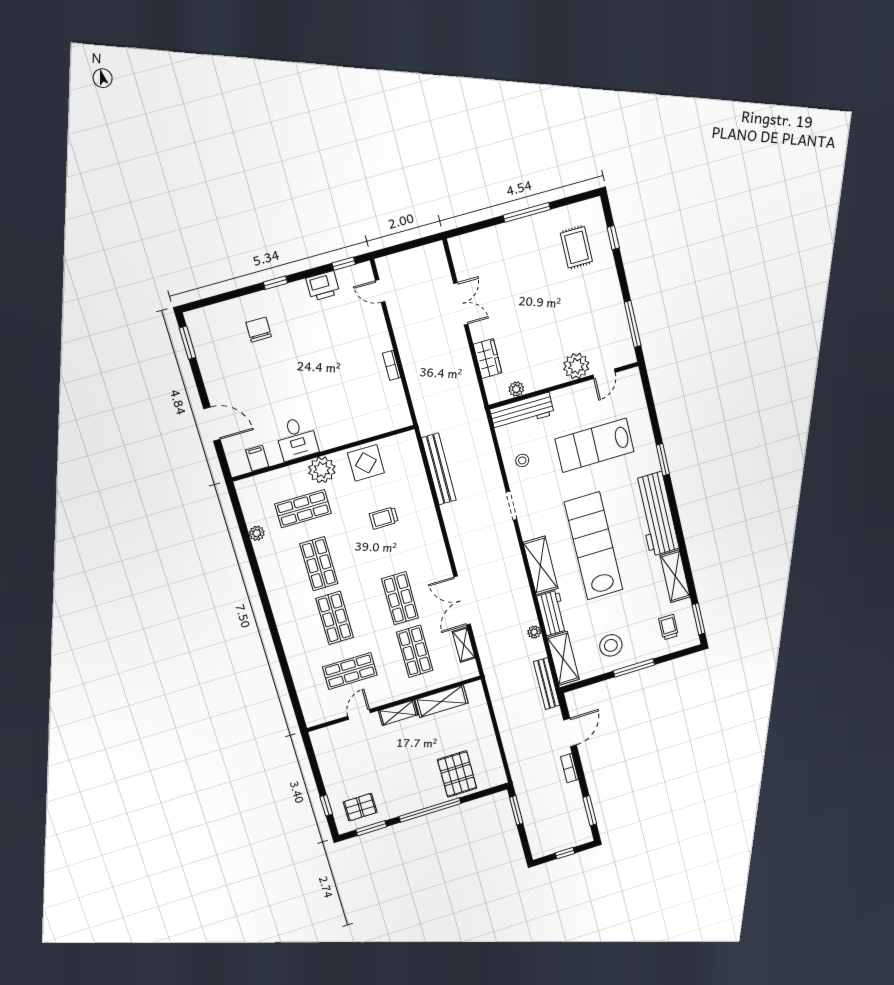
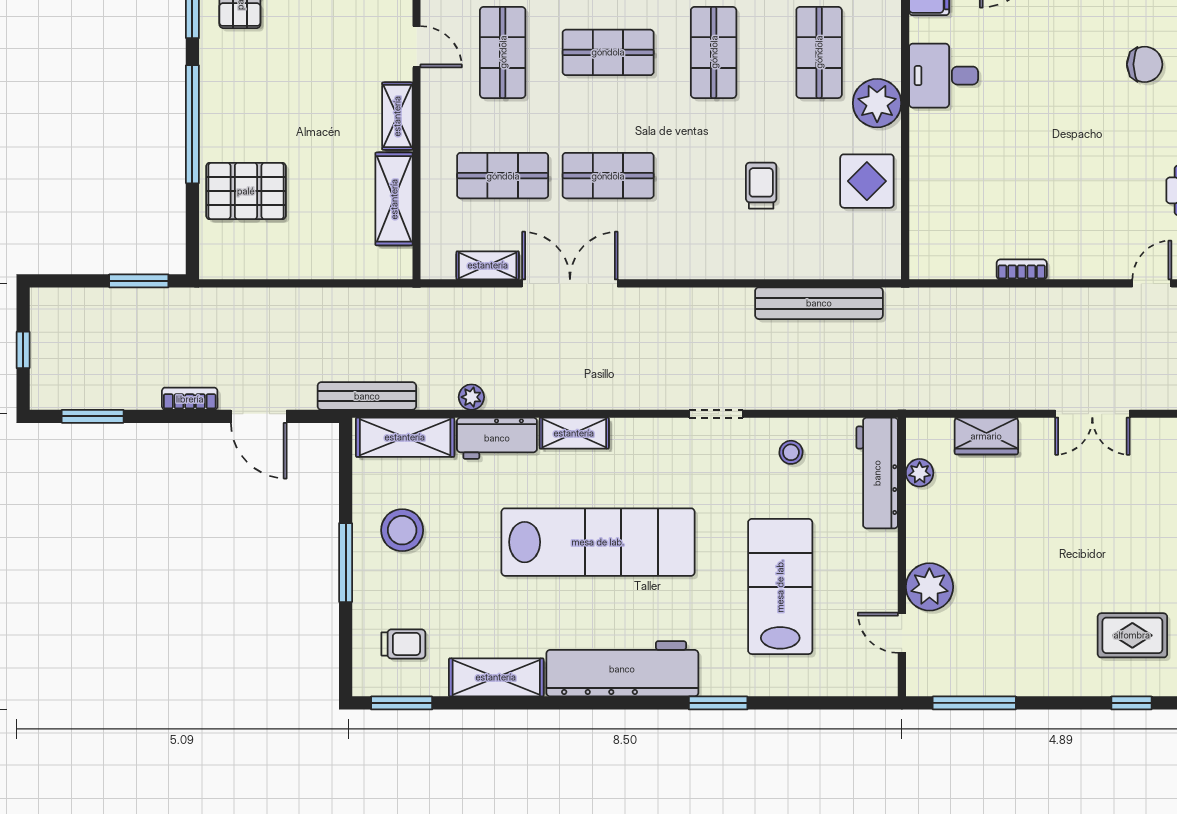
shop shelf: (319, 564) -> (714, 52), turned 90
shelving: (540, 565) -> (574, 433), width x0.67, depth x0.75

